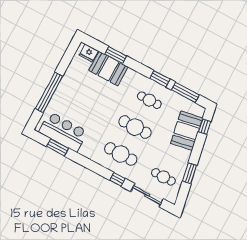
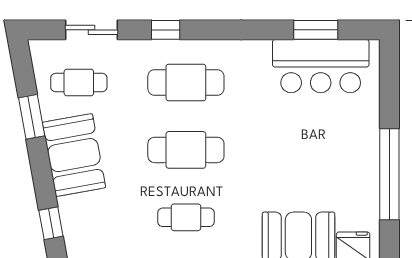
window: (49, 92) -> (389, 174), moved
booth: (187, 131) -> (74, 155), moved
sliding door: (147, 195) -> (91, 30), width x0.73

